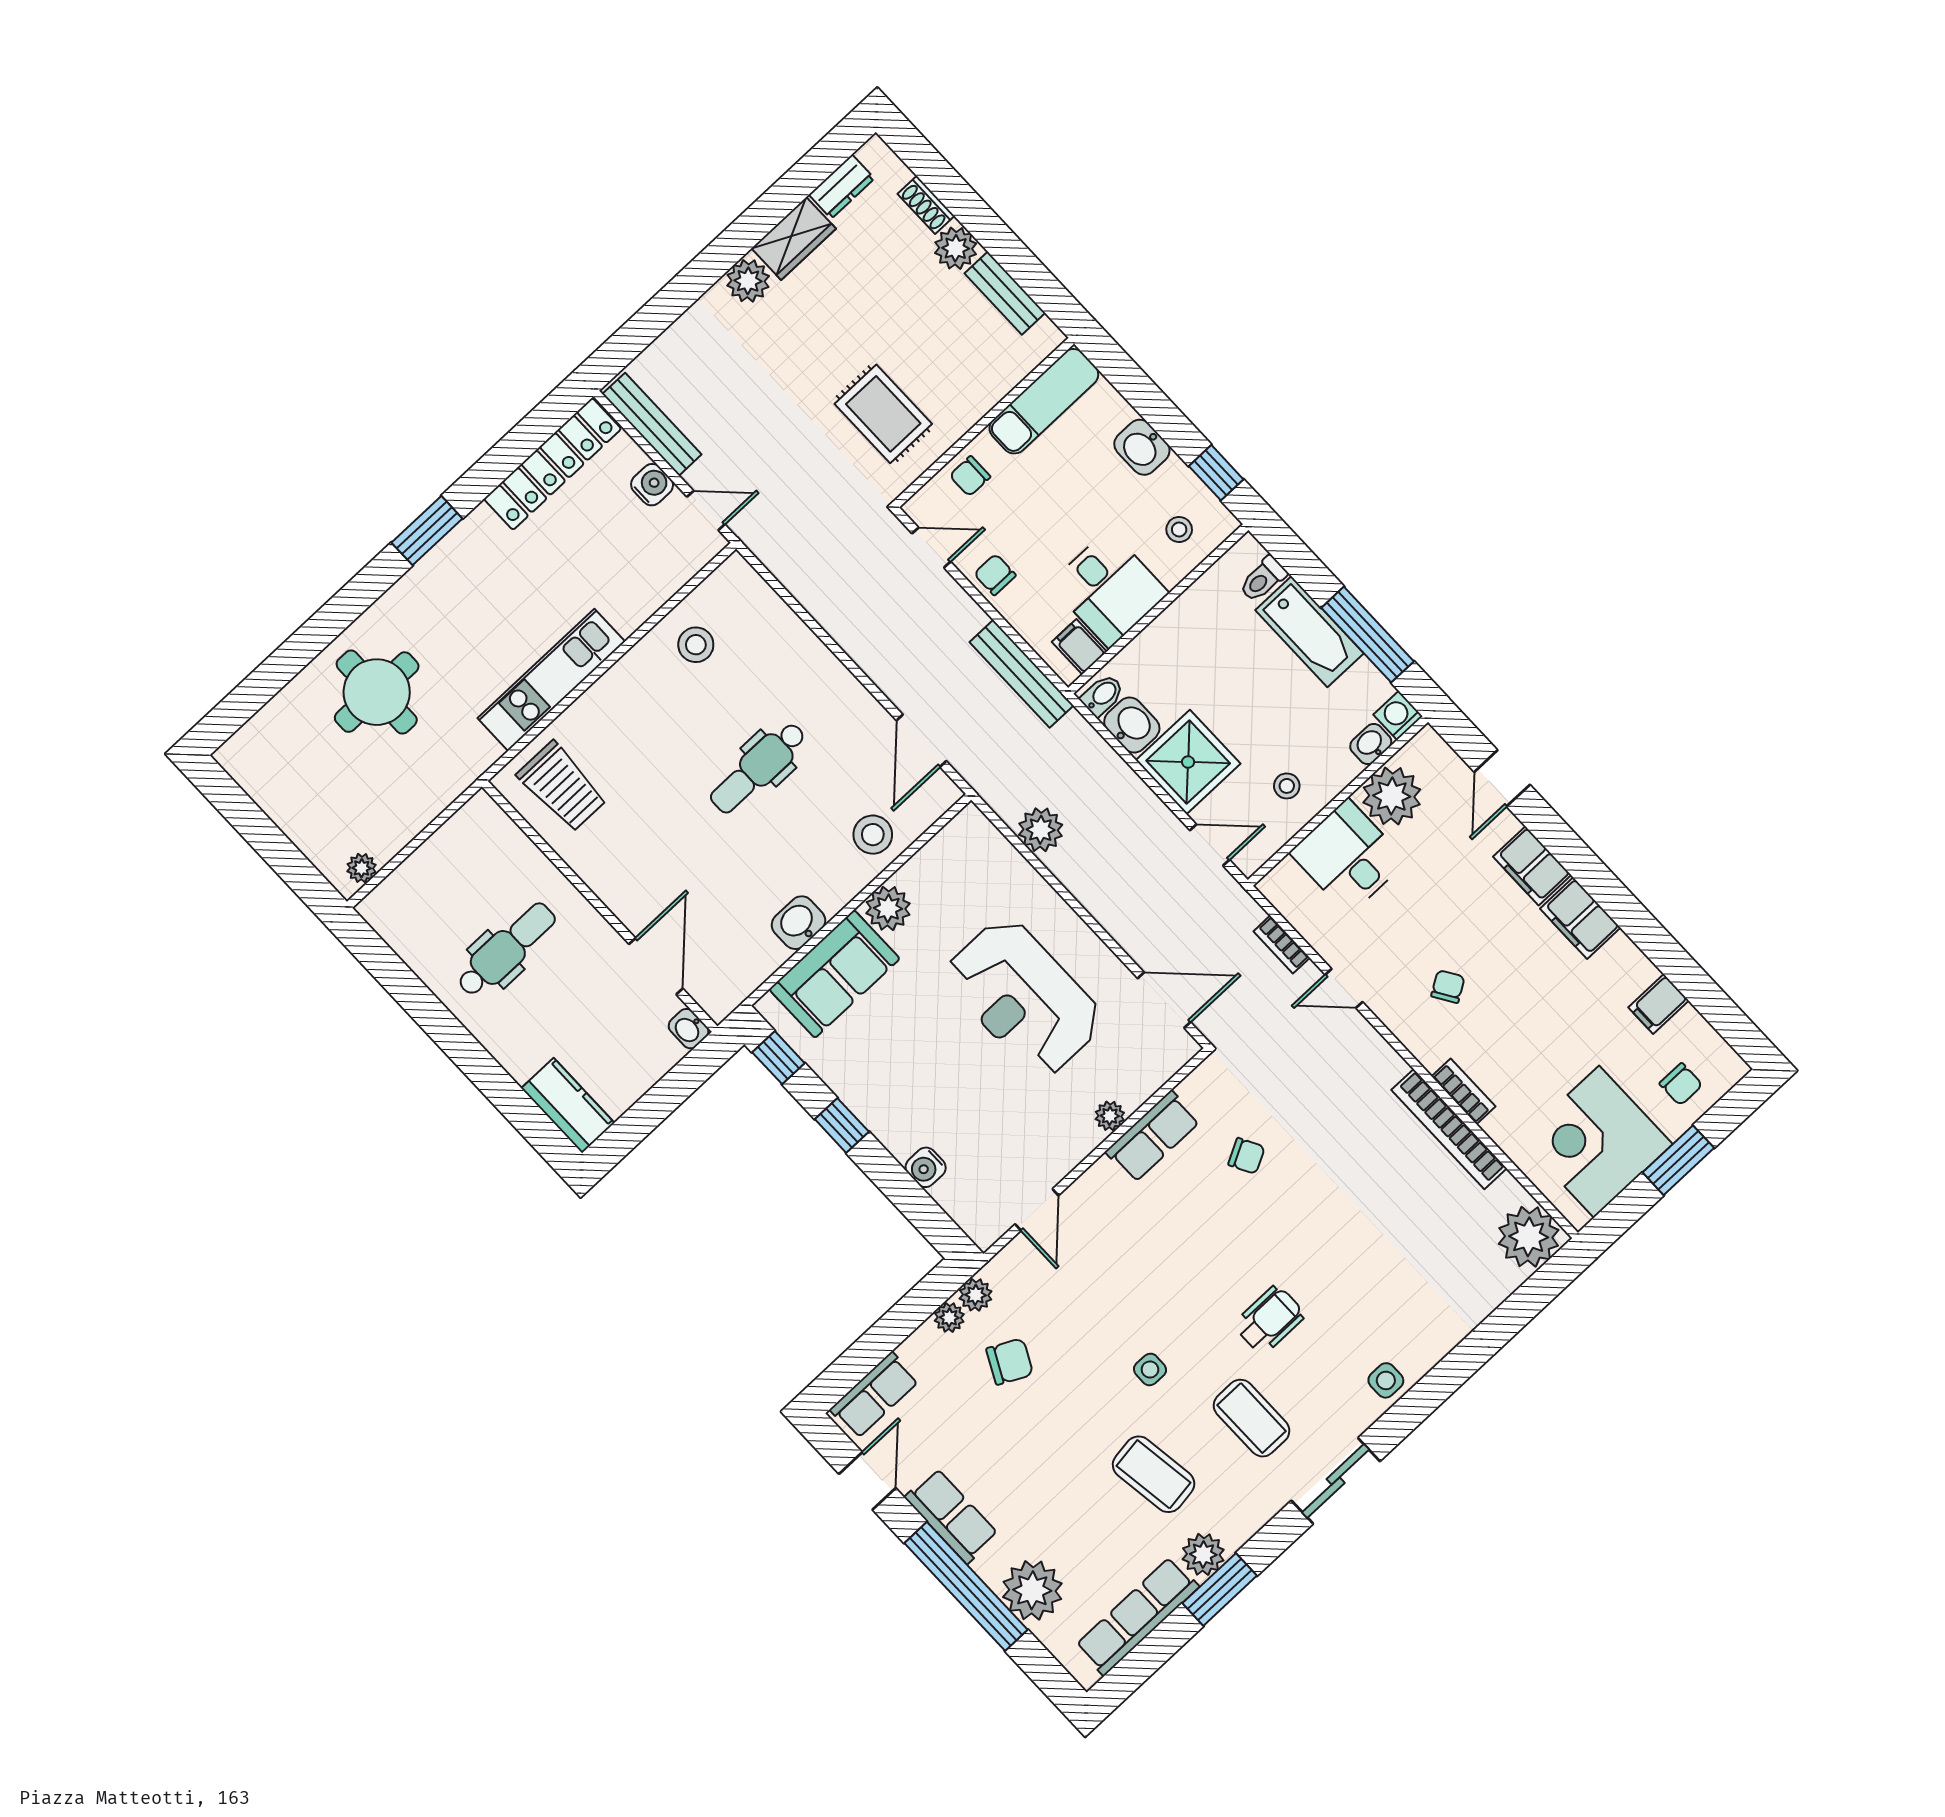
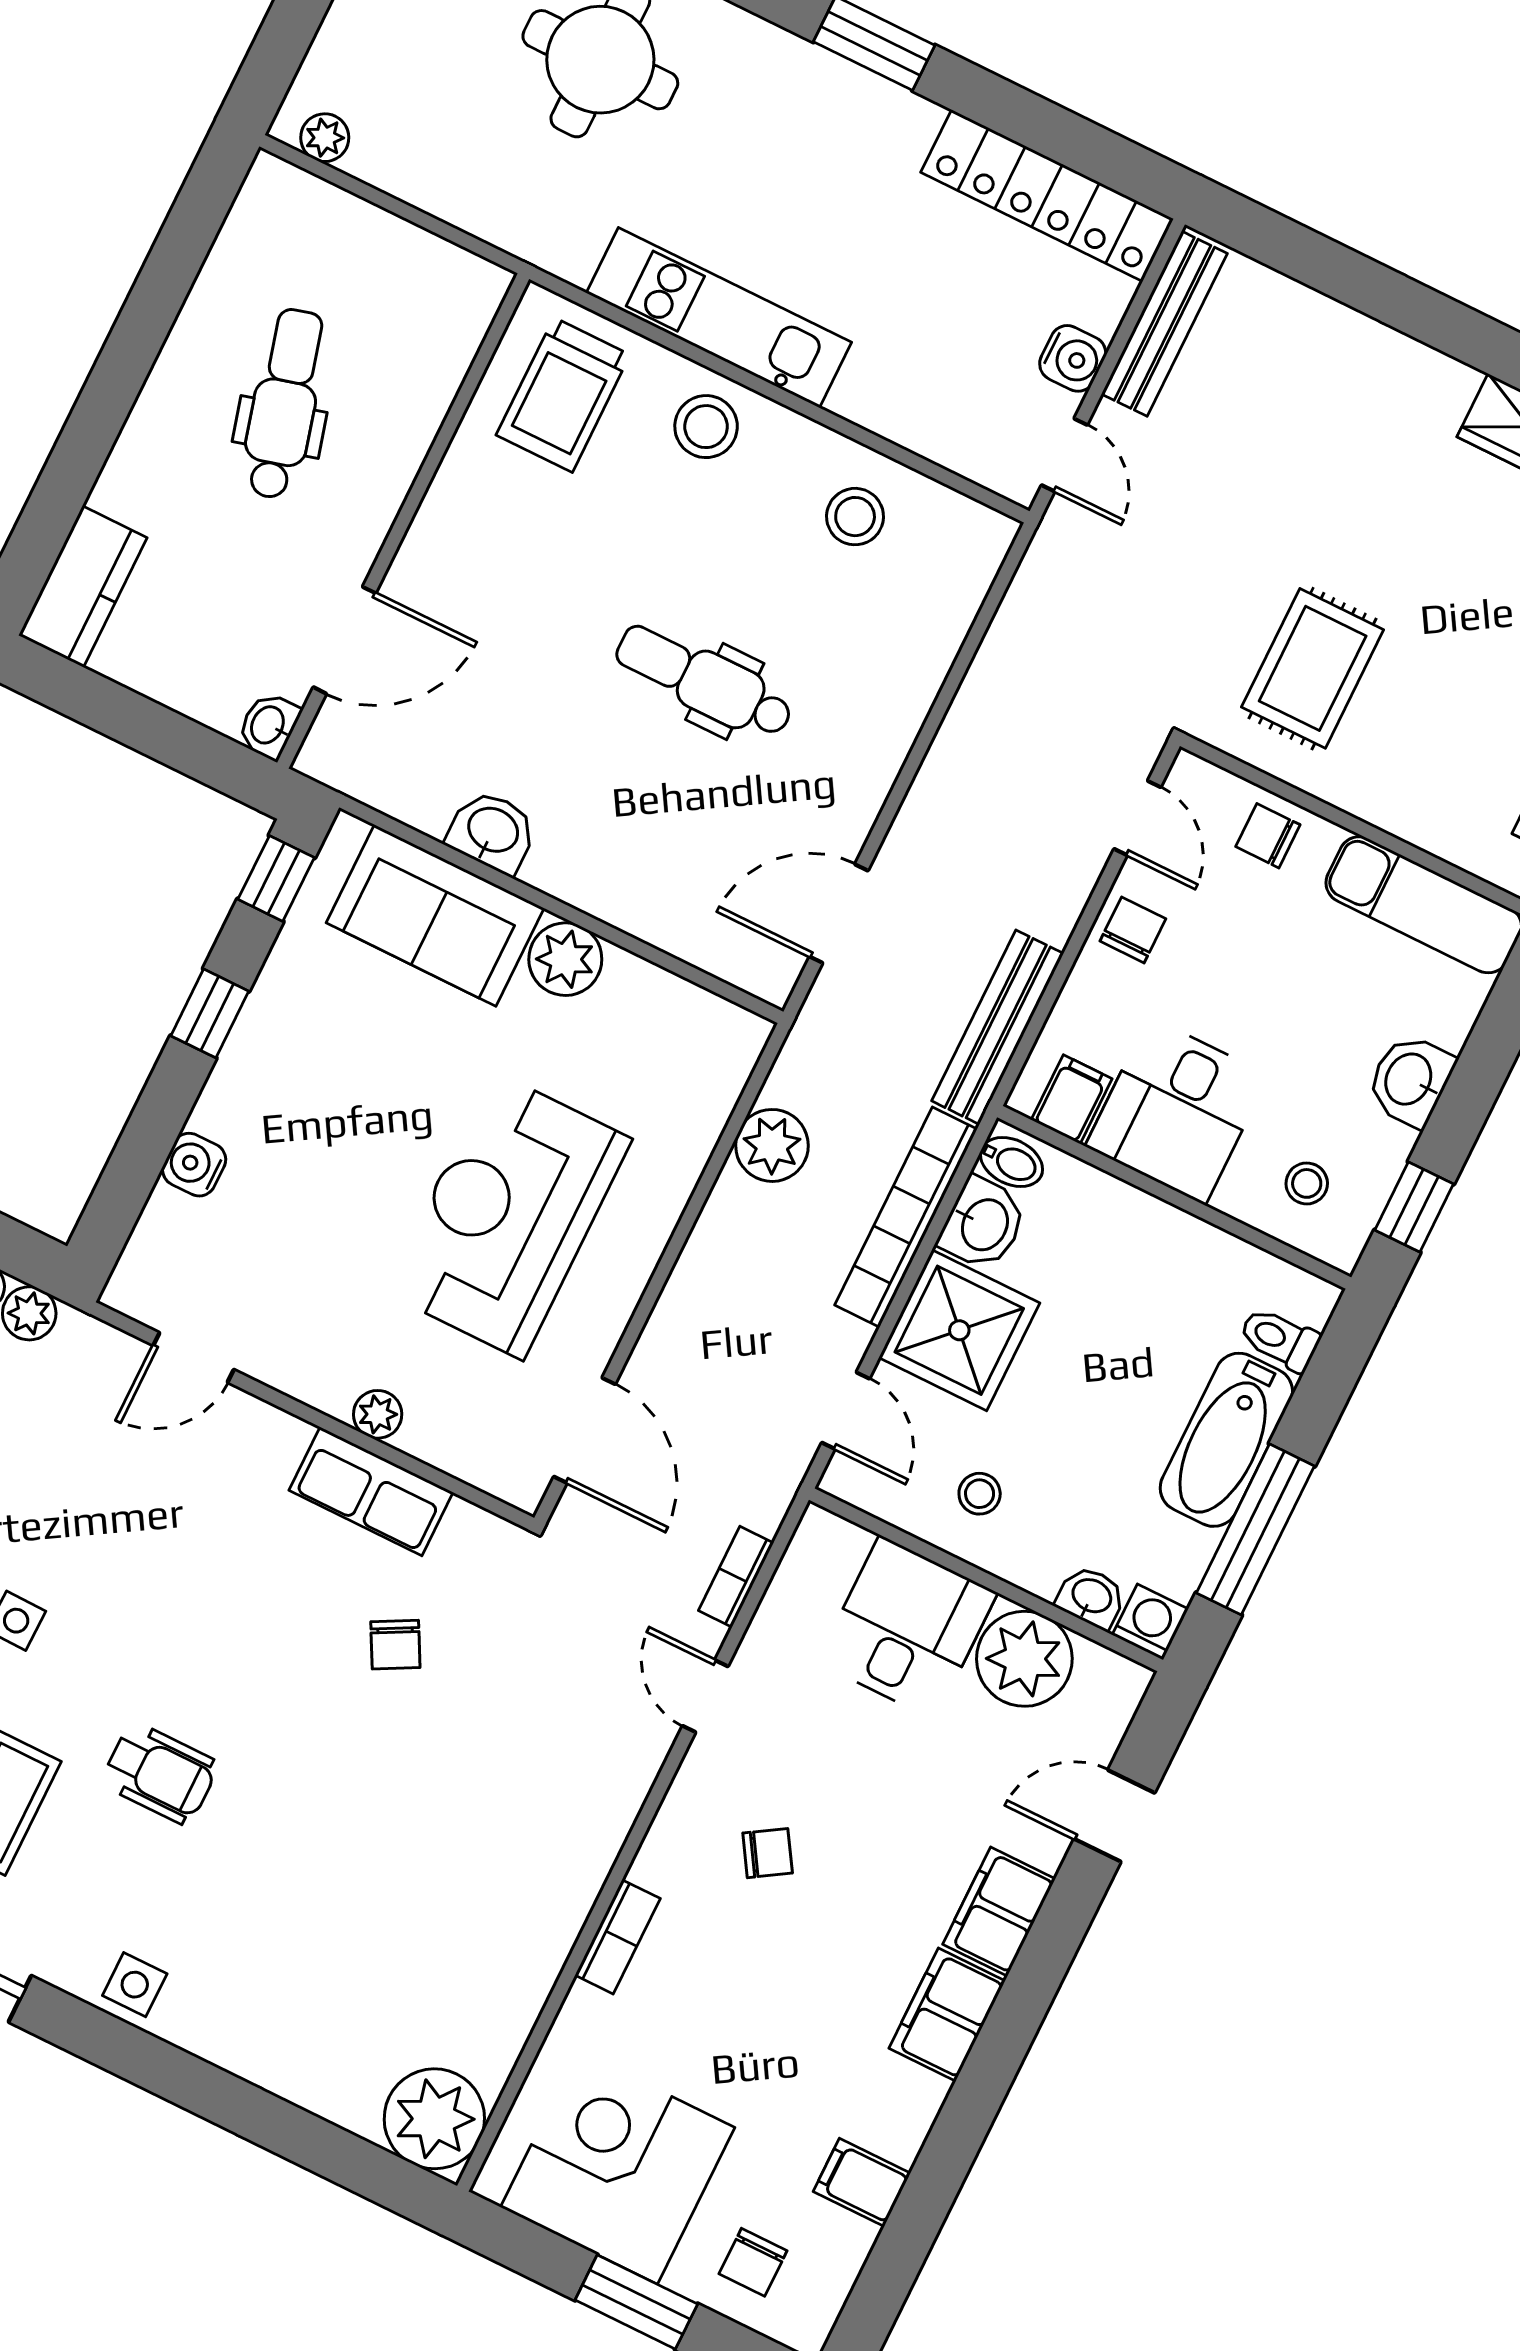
plant: (748, 281) -> (1437, 387), removed
stool: (873, 835) -> (706, 427), moved
dental chair: (506, 949) -> (284, 404), turned -105
bookcase: (1449, 1129) -> (906, 1217), moved

